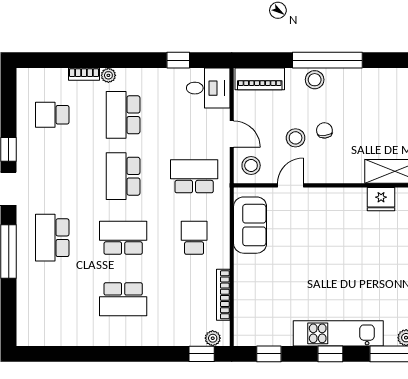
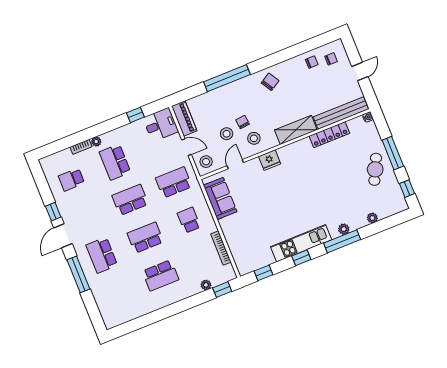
piano: (260, 79) -> (184, 118), moved, turned -90
stool: (315, 80) -> (254, 138), moved
chair: (386, 90) -> (270, 82), added
school desk: (123, 176) -> (130, 200), turned 90
fridge: (381, 199) -> (270, 160), moved
plant: (213, 338) -> (206, 285), moved

